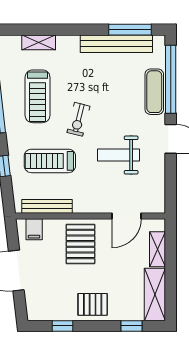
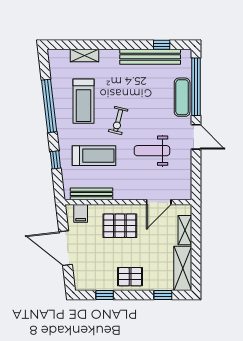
window: (130, 30) -> (162, 45), width x0.46
treadmill: (50, 161) -> (94, 156), turned 180
pallet: (80, 244) -> (120, 226), turned 90

